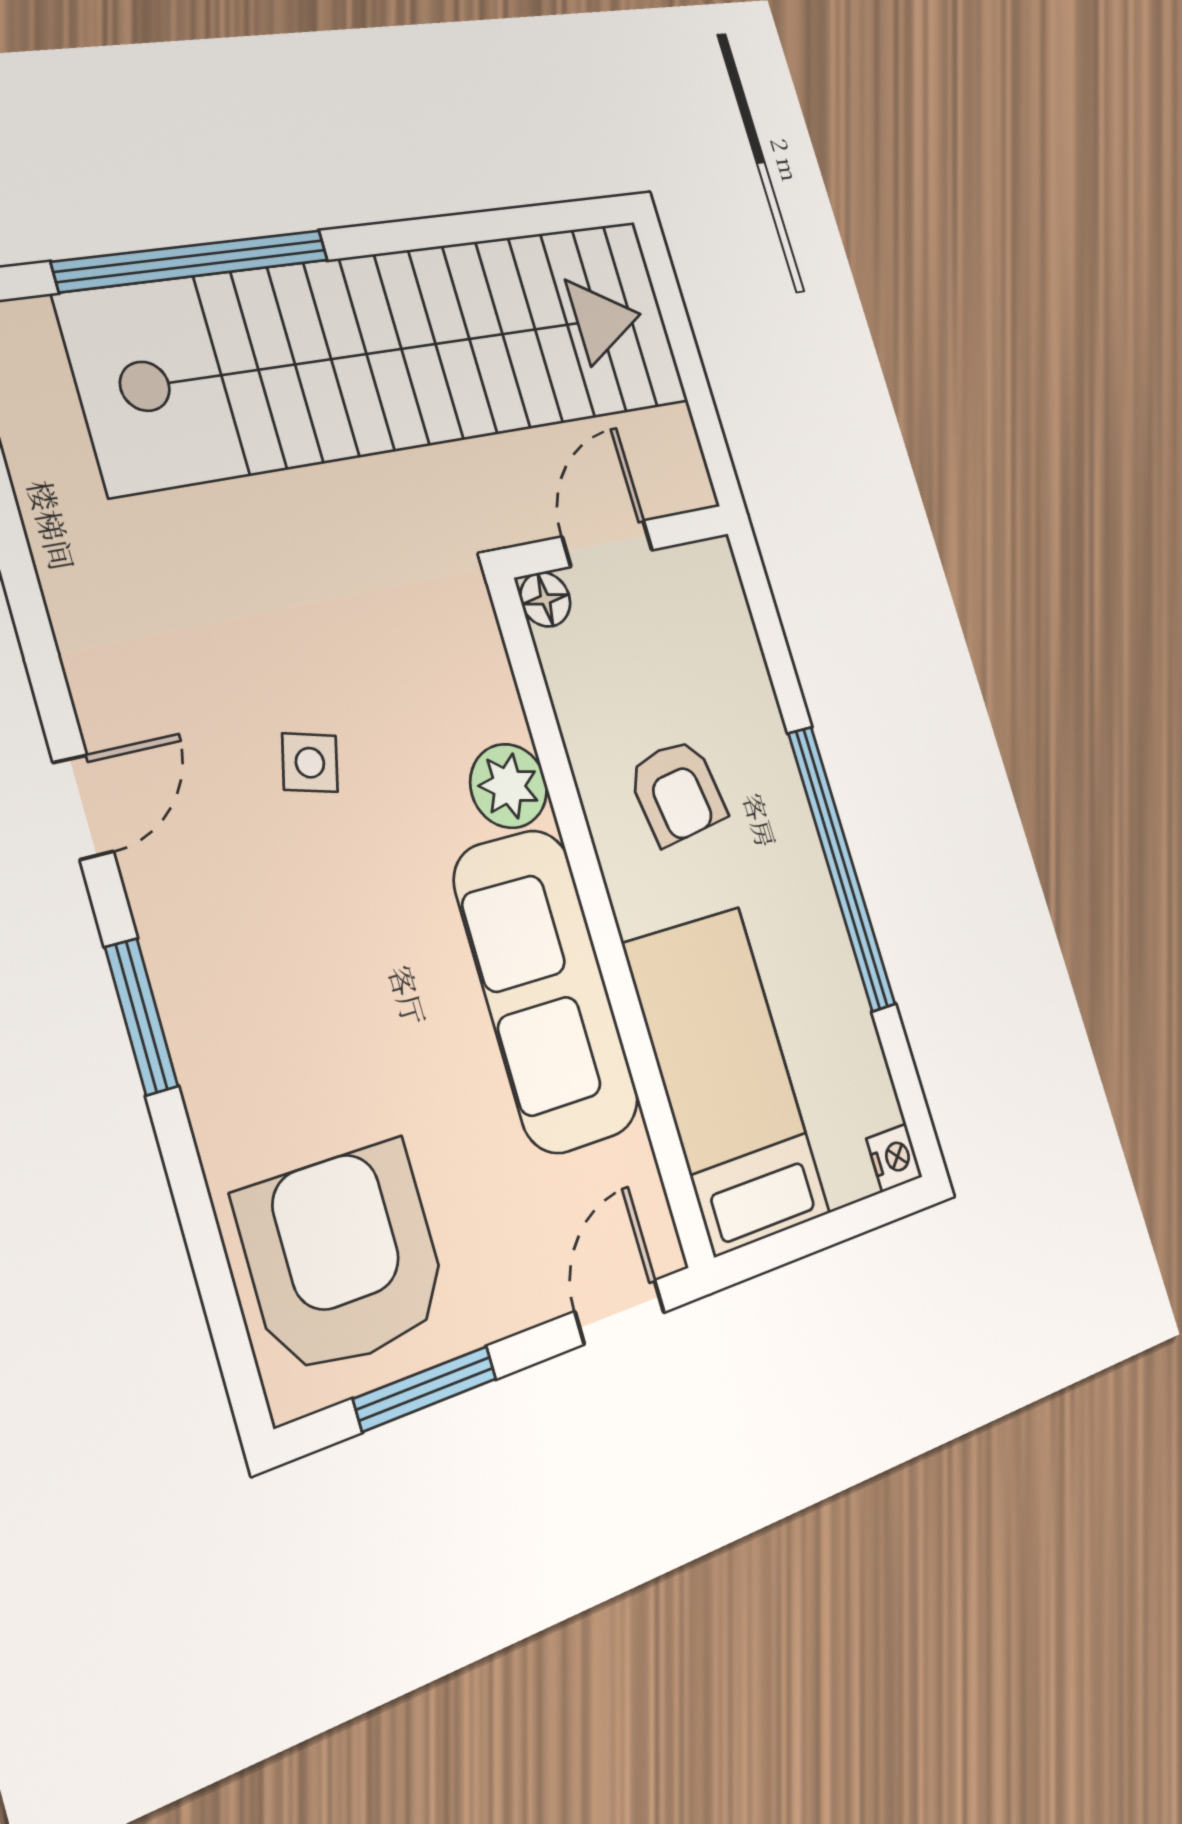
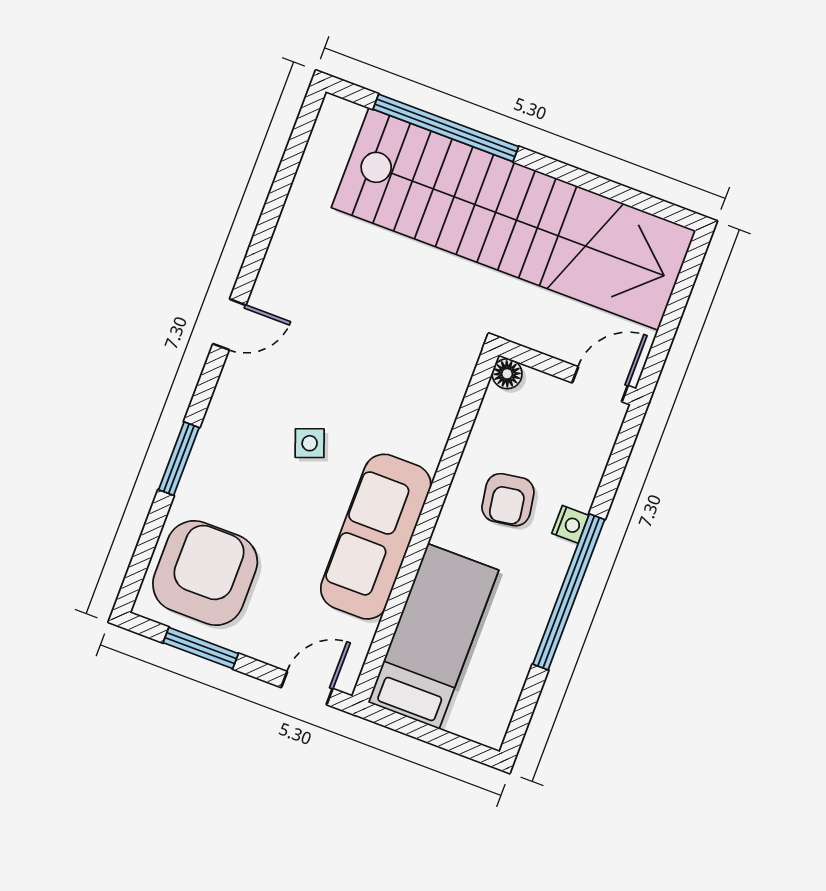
door: (607, 543) -> (600, 384), moved
side table: (310, 763) -> (310, 443), moved, turned -35
plant: (509, 786) -> (425, 441), removed
window: (141, 1017) -> (179, 459), moved
nightstand: (894, 1158) -> (570, 524), moved

